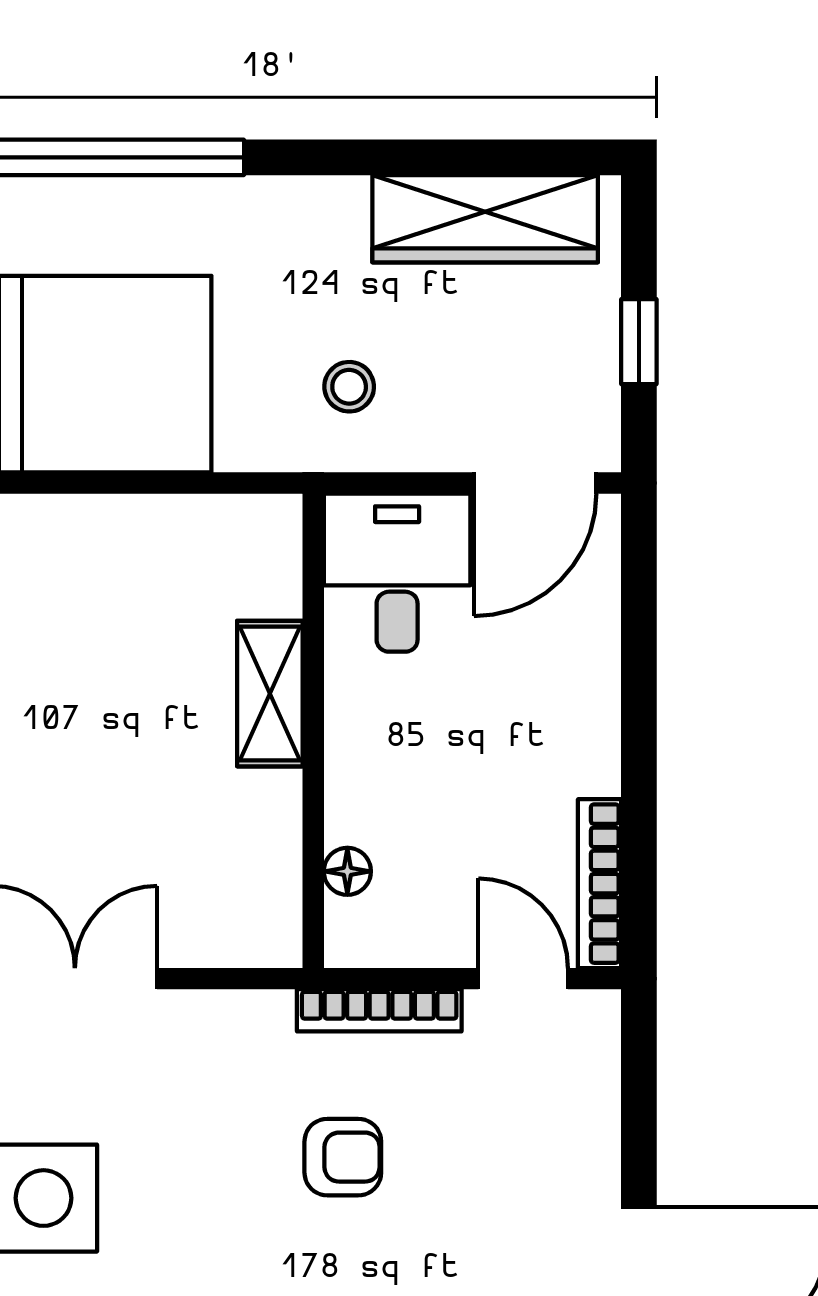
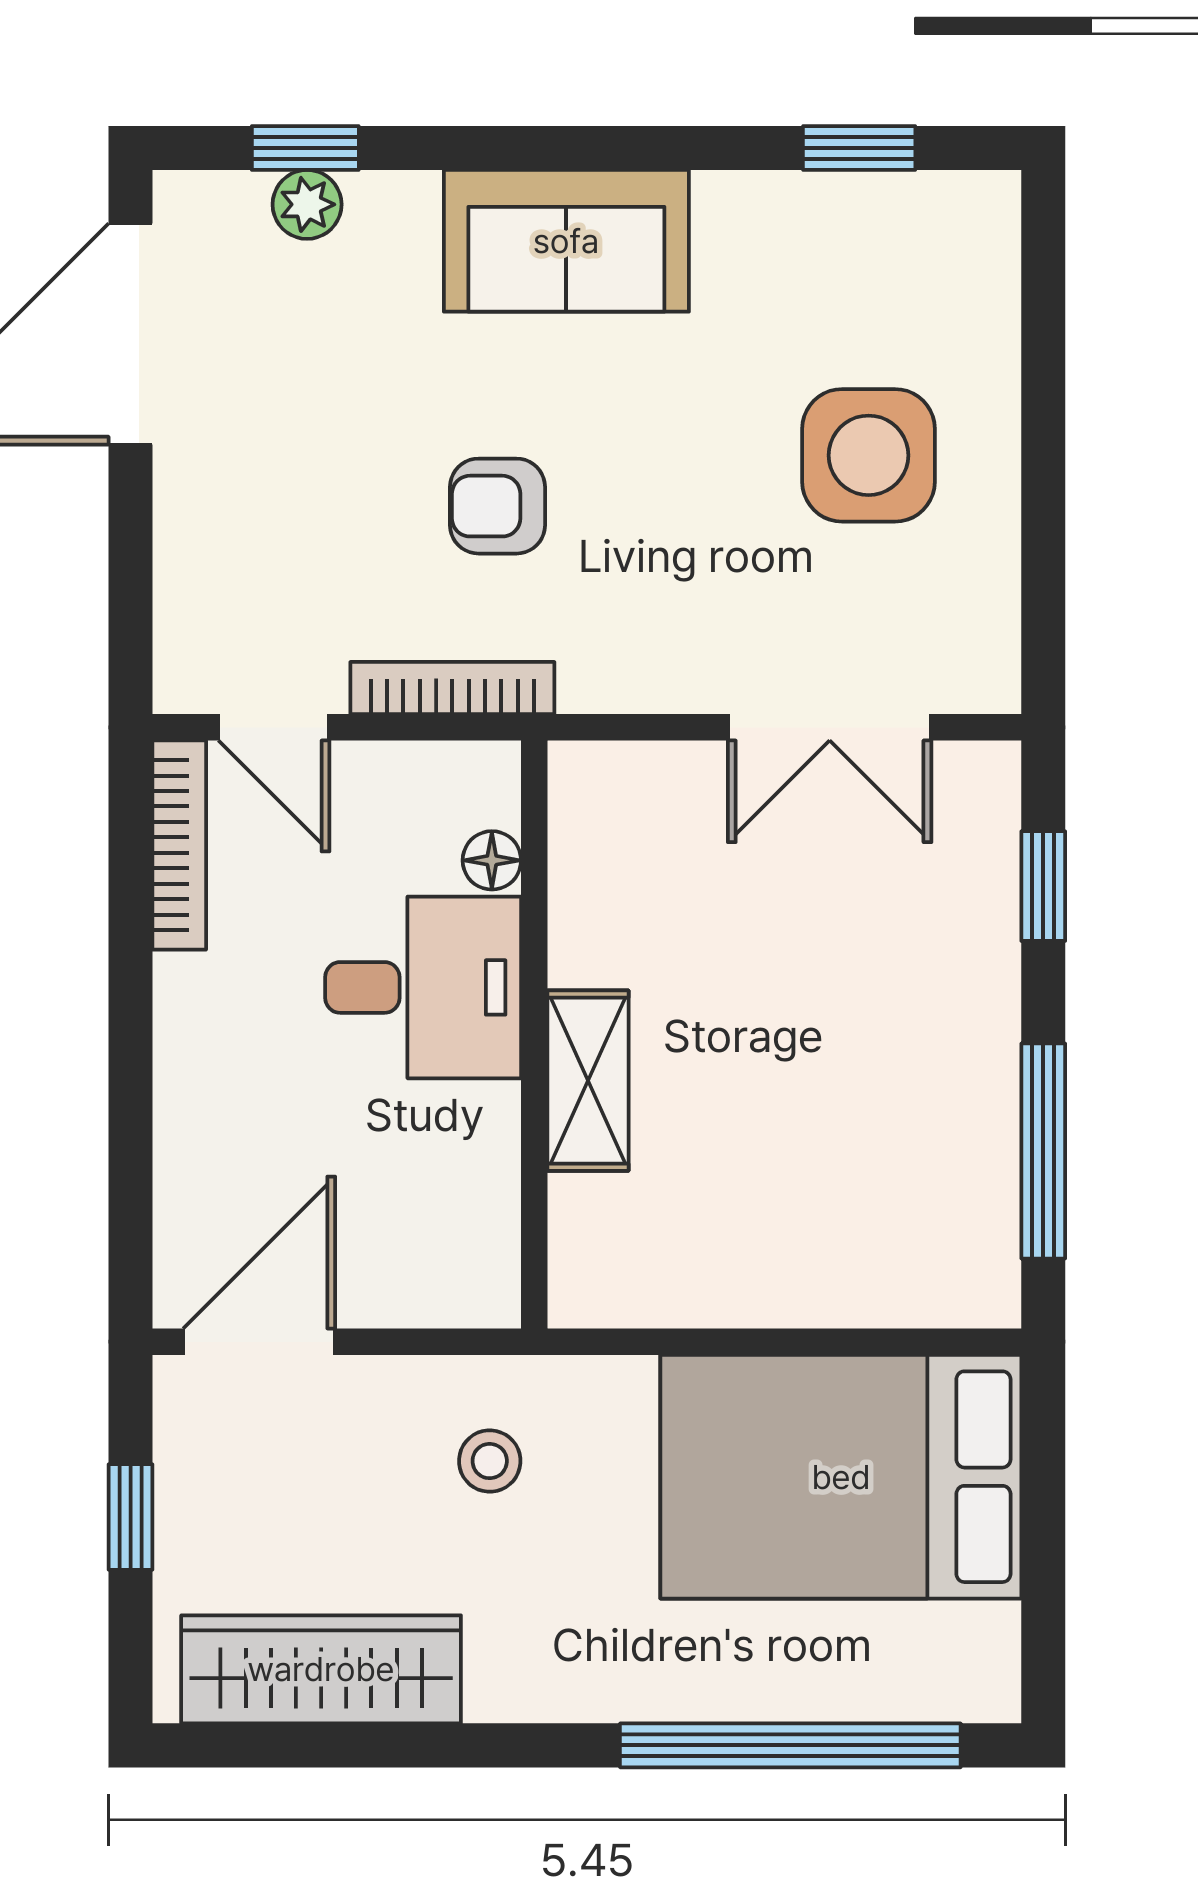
desk: (397, 573) -> (423, 987), moved, turned -90

